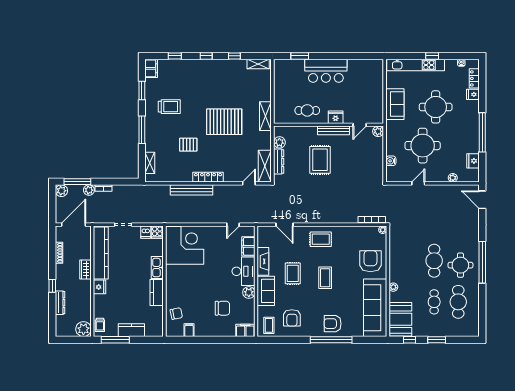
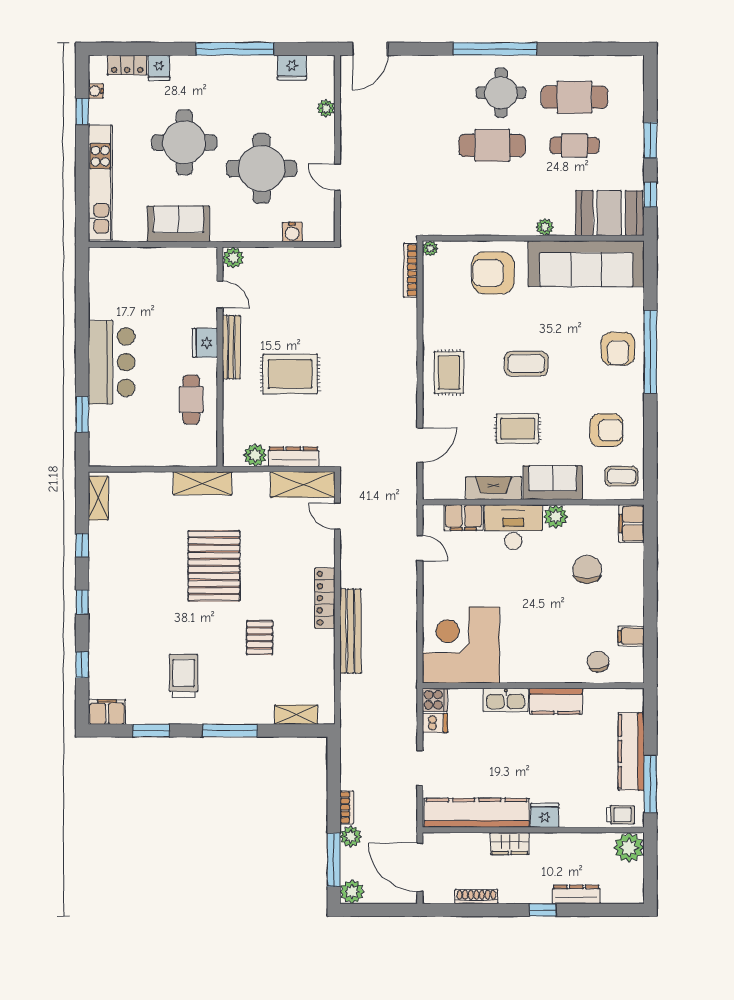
window: (432, 56) -> (82, 111), moved
kitchen counter: (131, 330) -> (631, 751), width x1.50

